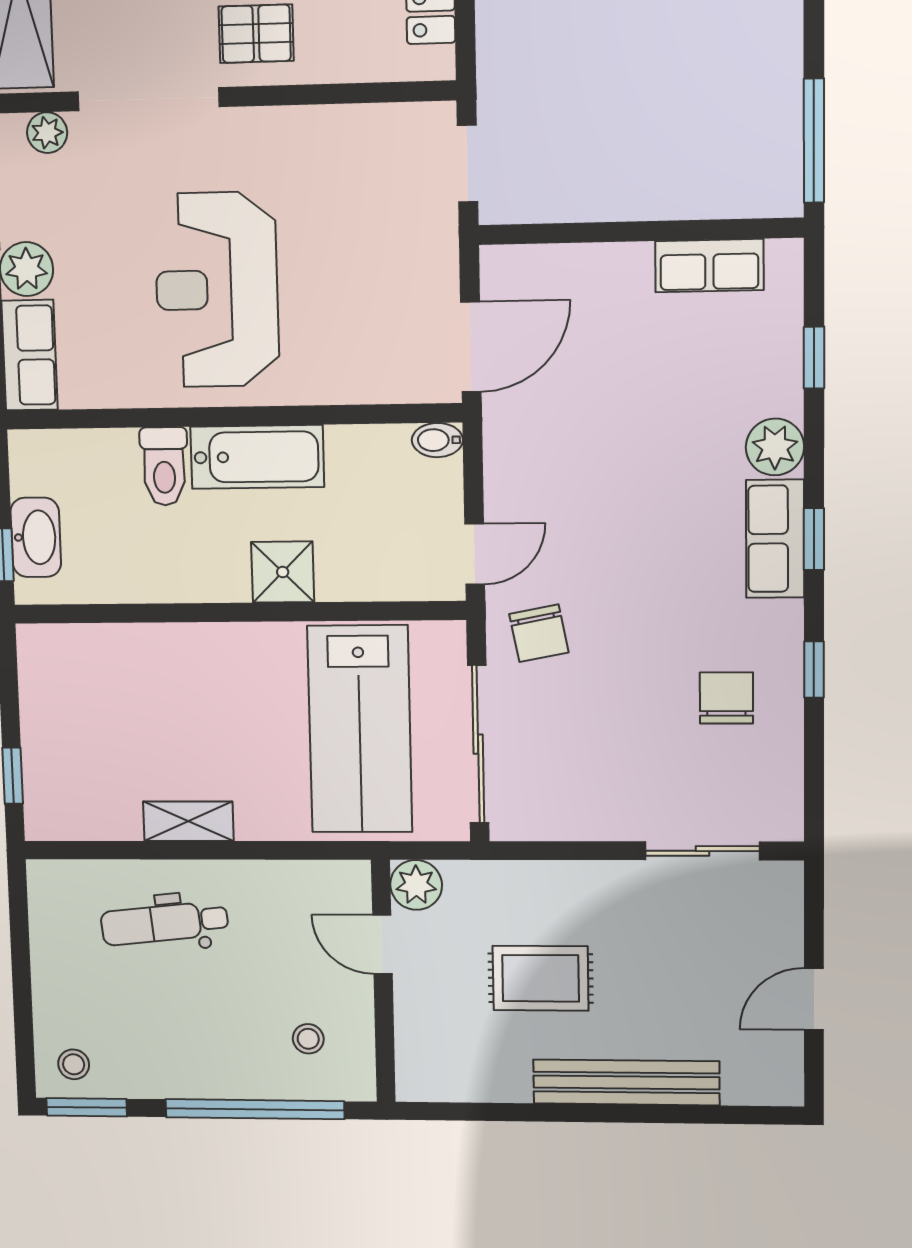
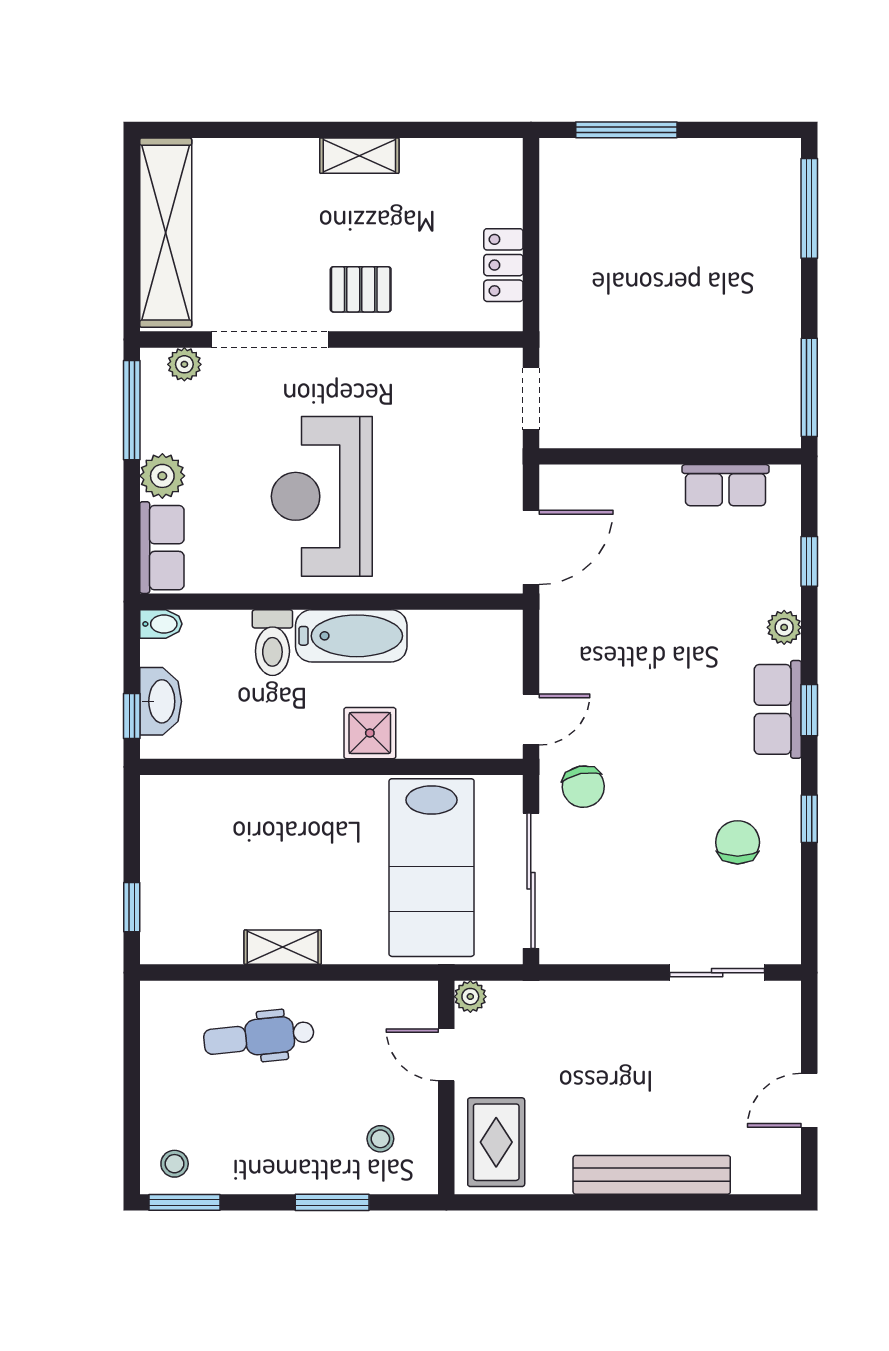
bidet: (437, 440) -> (161, 624), moved, turned 180
plant: (775, 447) -> (784, 627), width x0.73, depth x0.73
plant: (416, 885) -> (470, 997), width x0.73, depth x0.73
rug: (541, 978) -> (496, 1142), moved, turned 90
window: (255, 1109) -> (332, 1202), width x0.47

